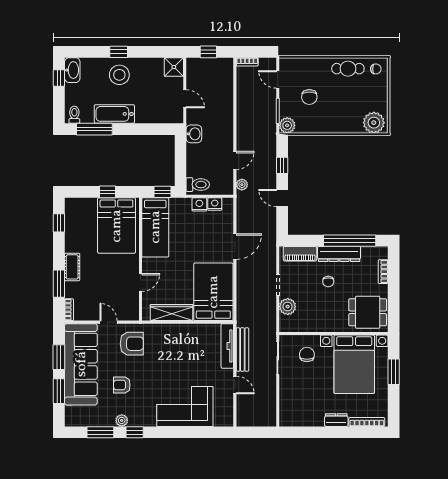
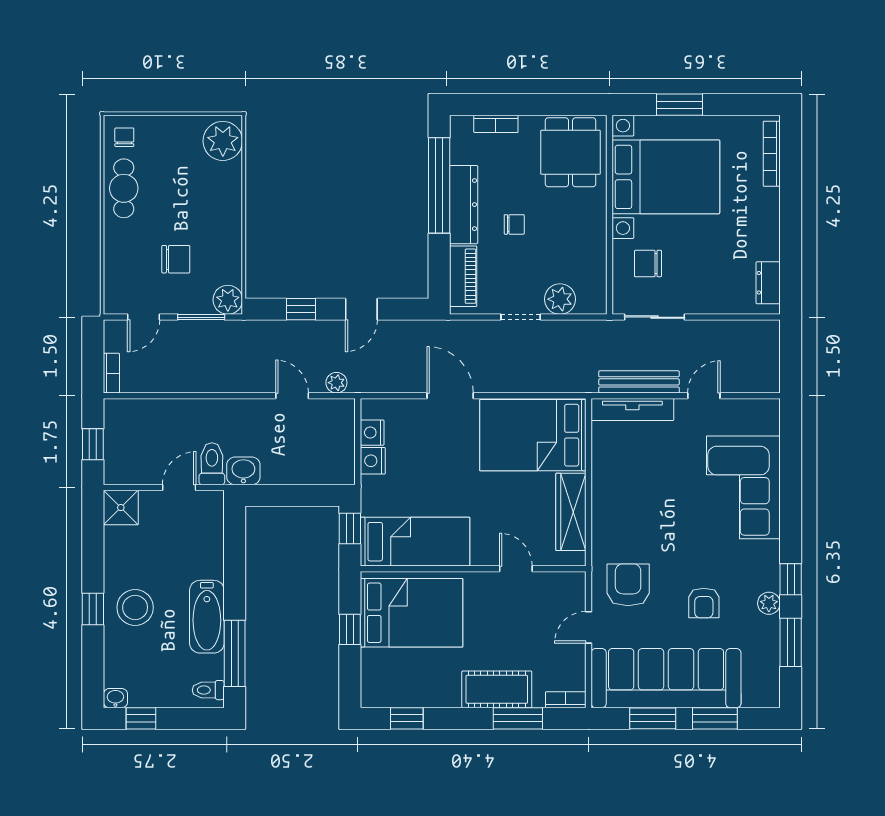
washbasin: (72, 70) -> (115, 698), width x0.52, depth x0.69
toilet: (198, 185) -> (212, 464), moved
cot: (72, 267) -> (497, 689), width x1.37, depth x1.34
dresser: (336, 420) -> (768, 283), moved

